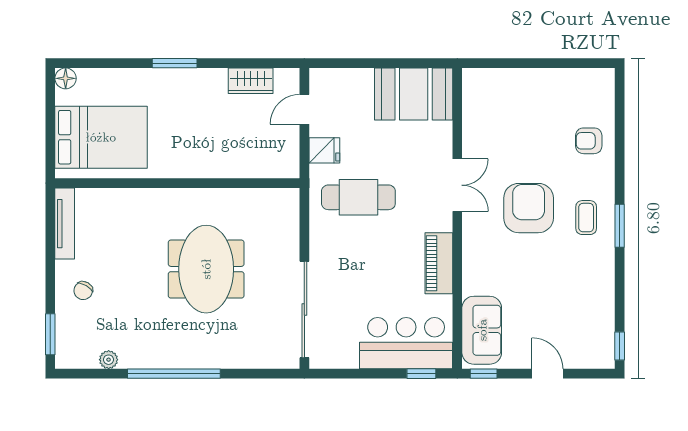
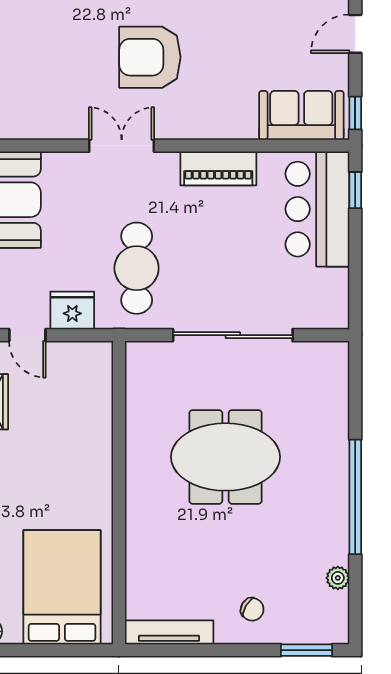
fridge: (324, 150) -> (72, 310), width x1.38
sliding door: (304, 310) -> (233, 335), moved

